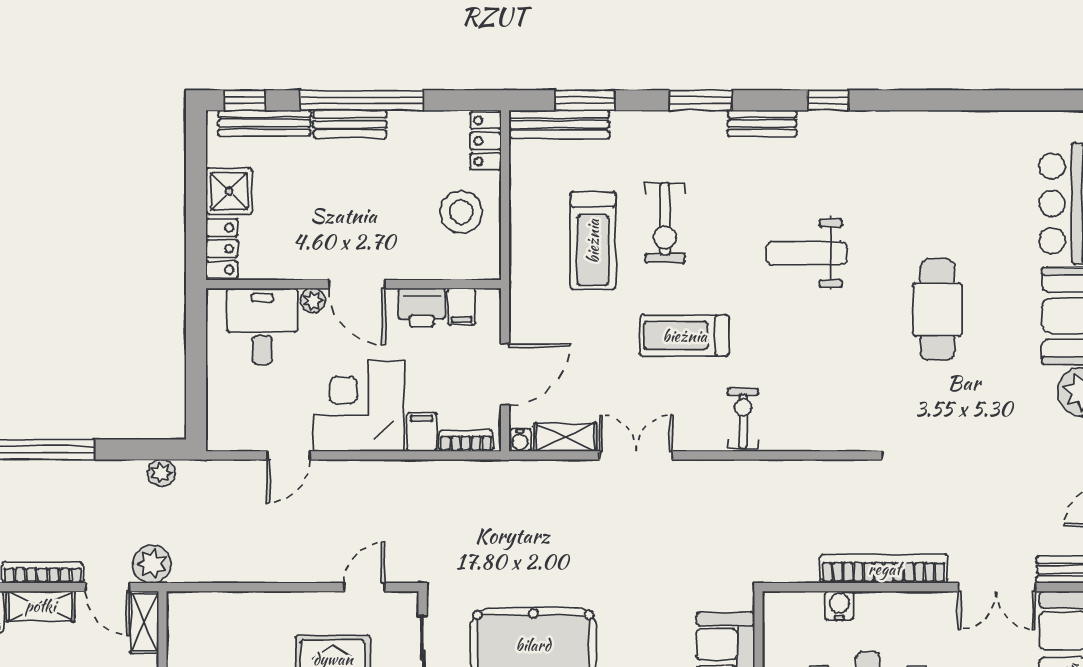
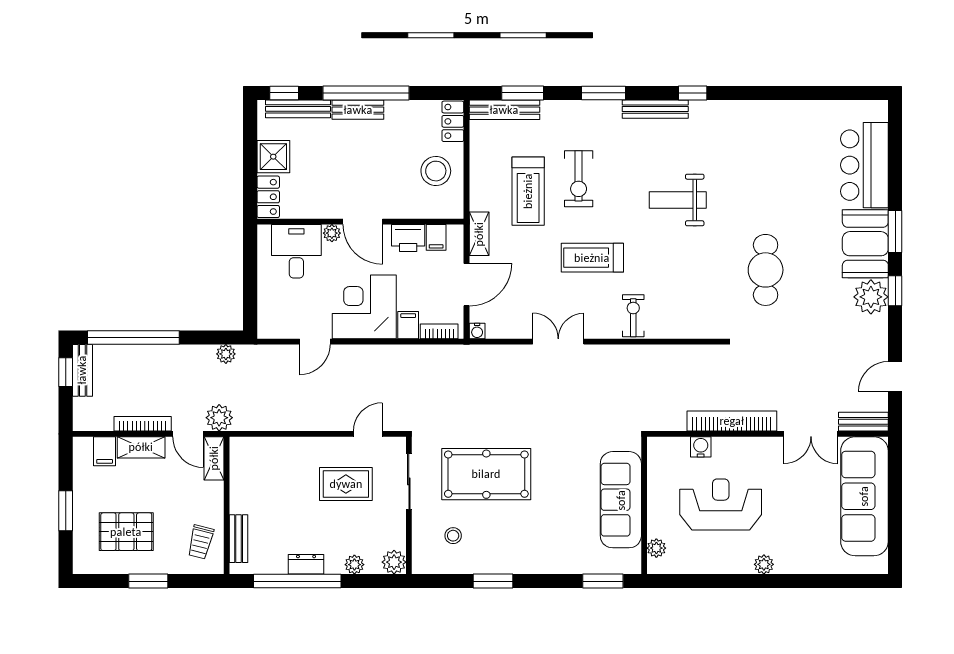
bench: (762, 123) -> (655, 109), width x1.36
cafe table: (937, 309) -> (766, 270), moved
shelving: (565, 437) -> (479, 234), moved, turned 90

